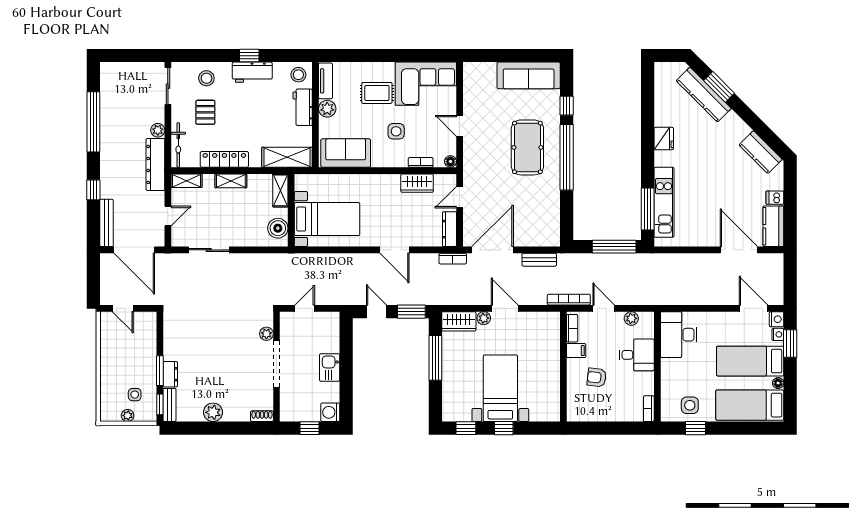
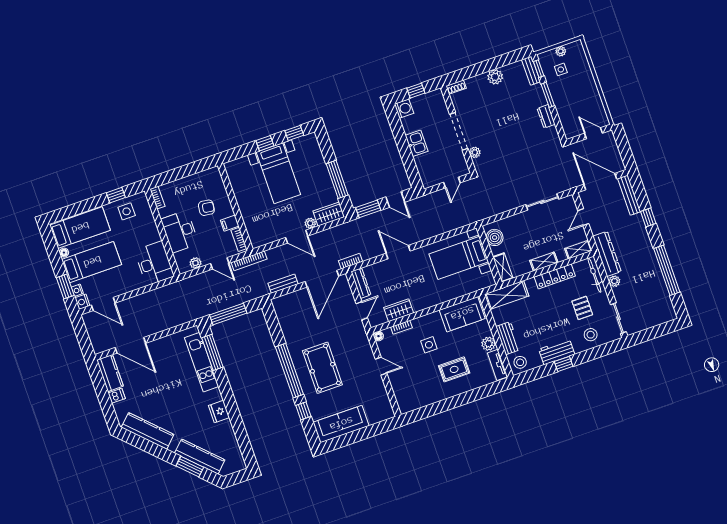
corner sofa: (426, 84) -> (419, 390), removed
kitchen counter: (761, 152) -> (148, 431), width x1.50
desk: (637, 355) -> (180, 232), width x1.37
dresser: (170, 374) -> (546, 116), moved

